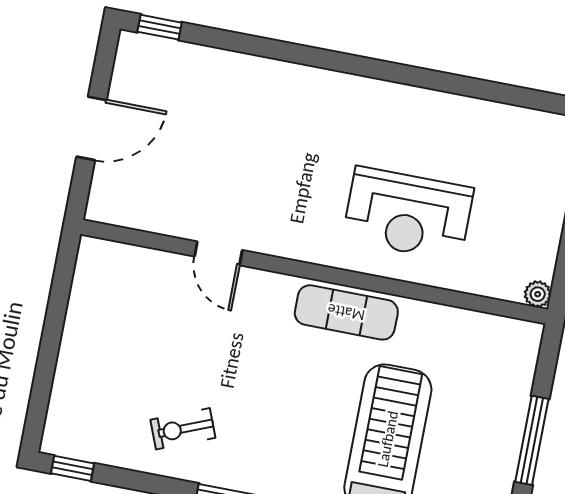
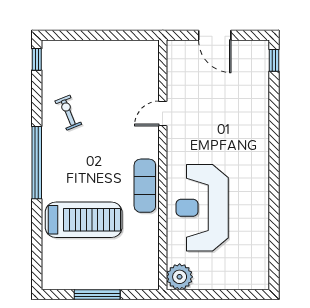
reception desk: (408, 214) -> (202, 208), width x1.36, depth x1.30
plant: (538, 294) -> (180, 277), width x1.87, depth x1.87

